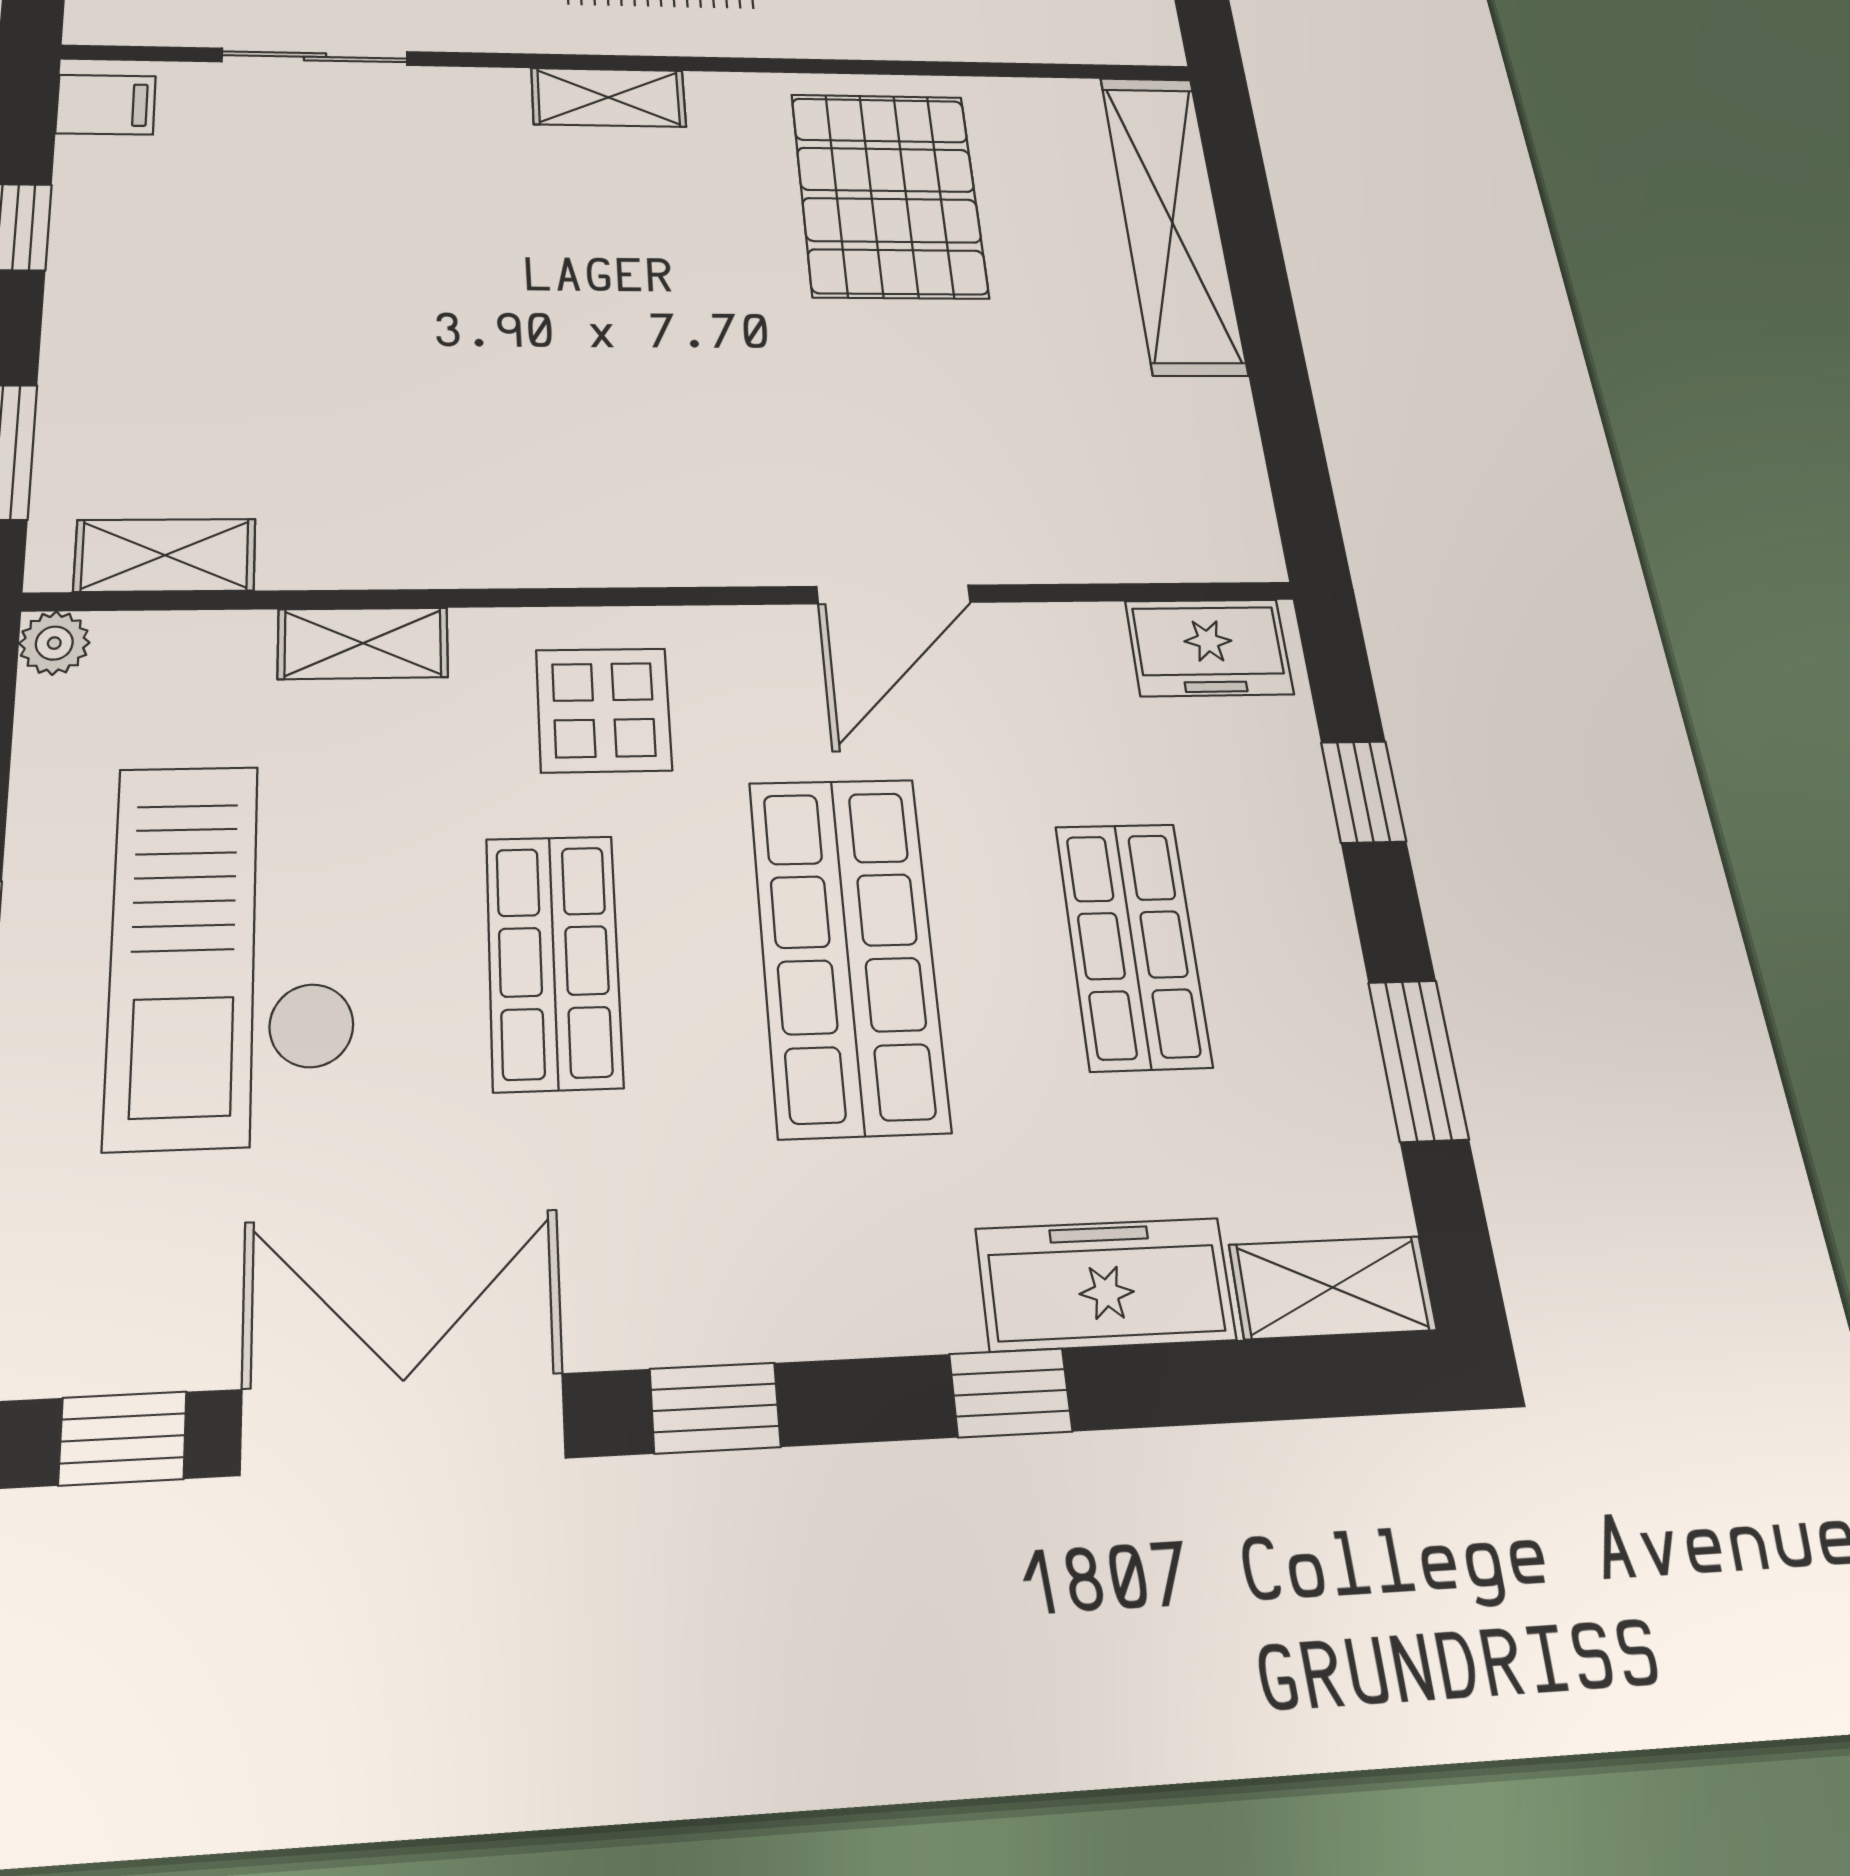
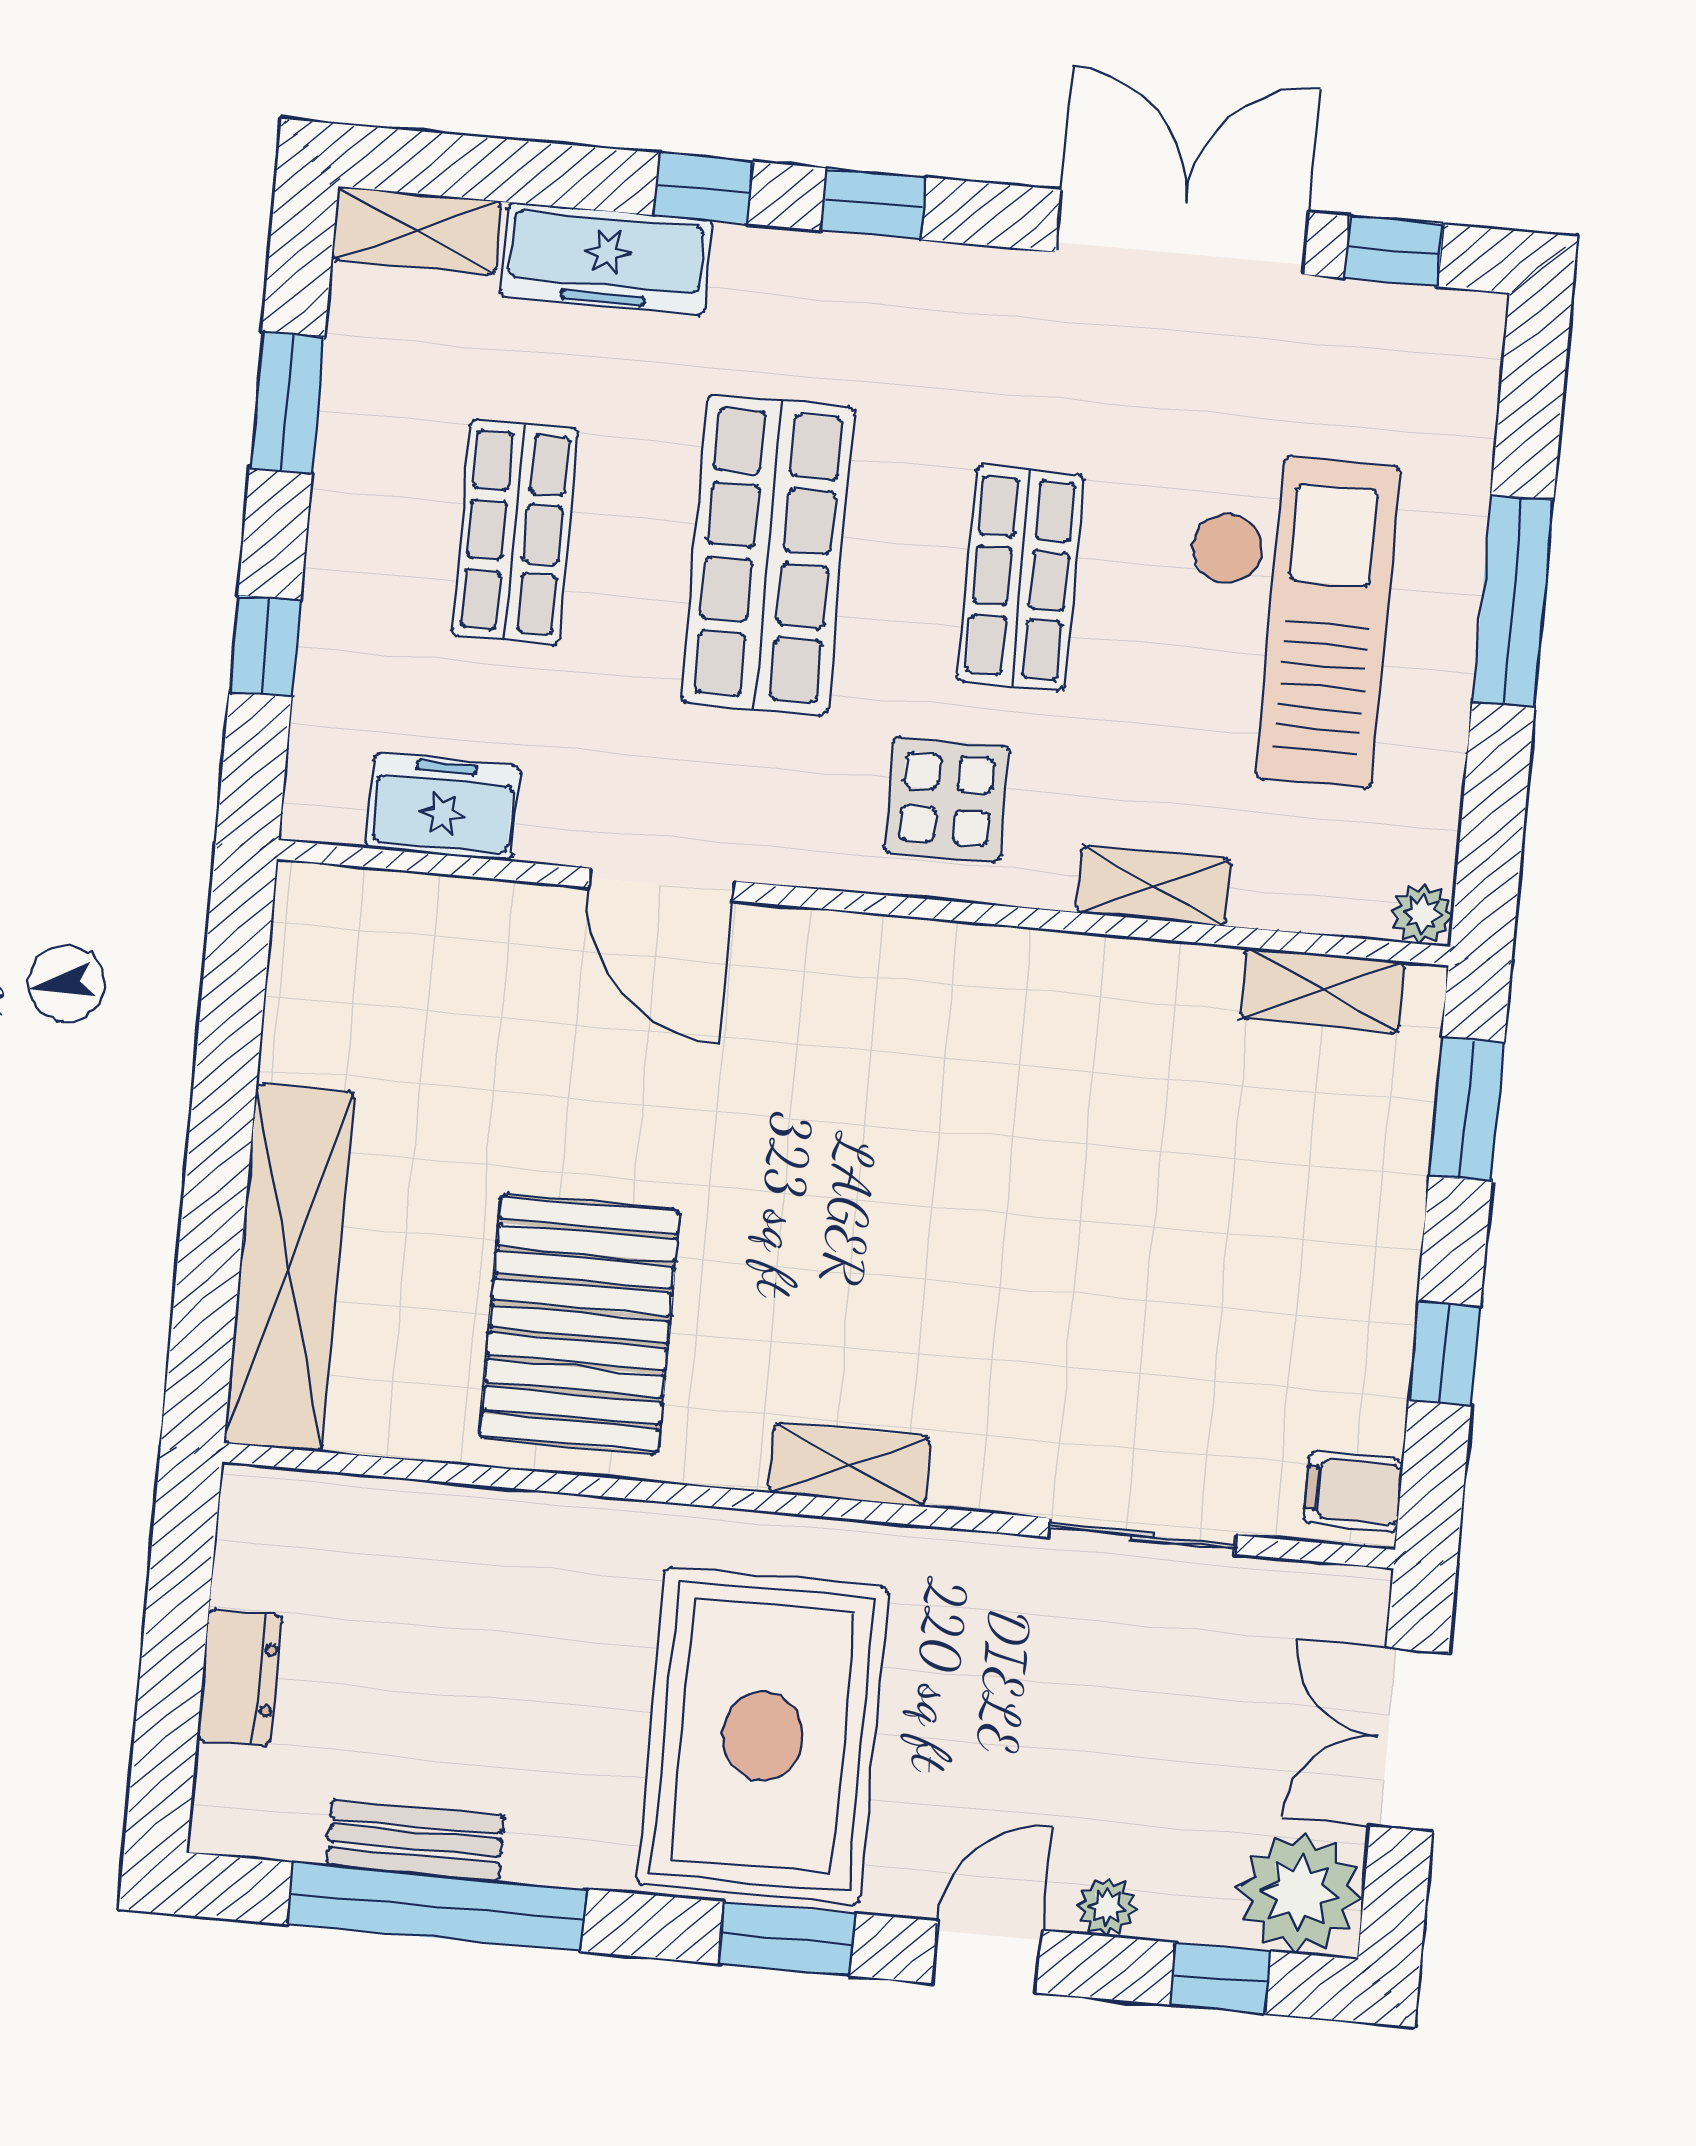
door: (894, 594) -> (662, 884), swing flipped
freezer: (1209, 648) -> (443, 807), moved
window: (715, 1408) -> (874, 204), moved
double door: (404, 1424) -> (1182, 232), swing flipped

